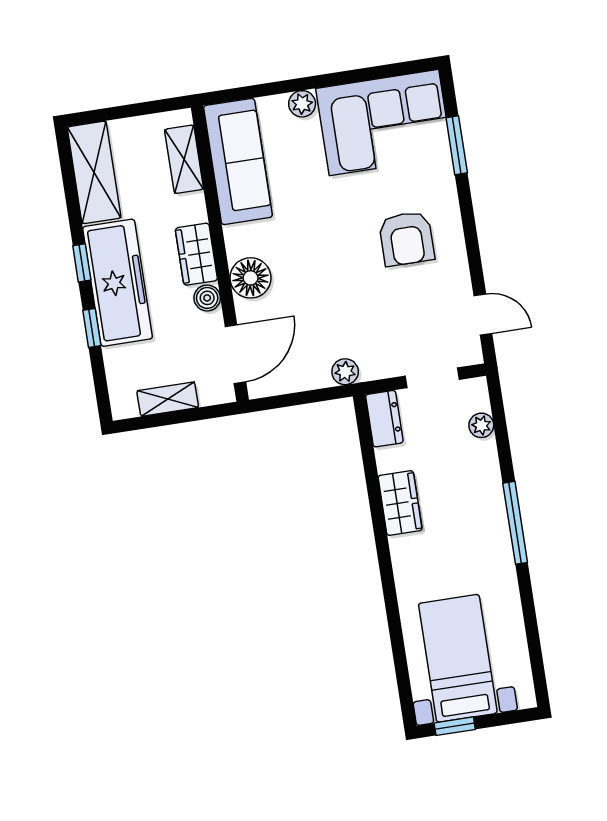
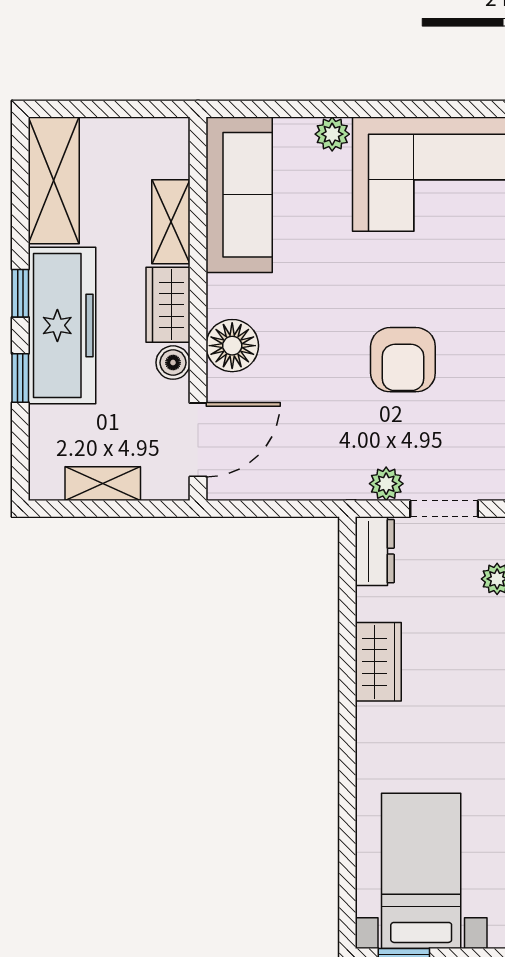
shelving: (184, 159) -> (171, 222), moved
armchair: (407, 239) -> (403, 360), moved
plant: (345, 372) -> (386, 484), moved

